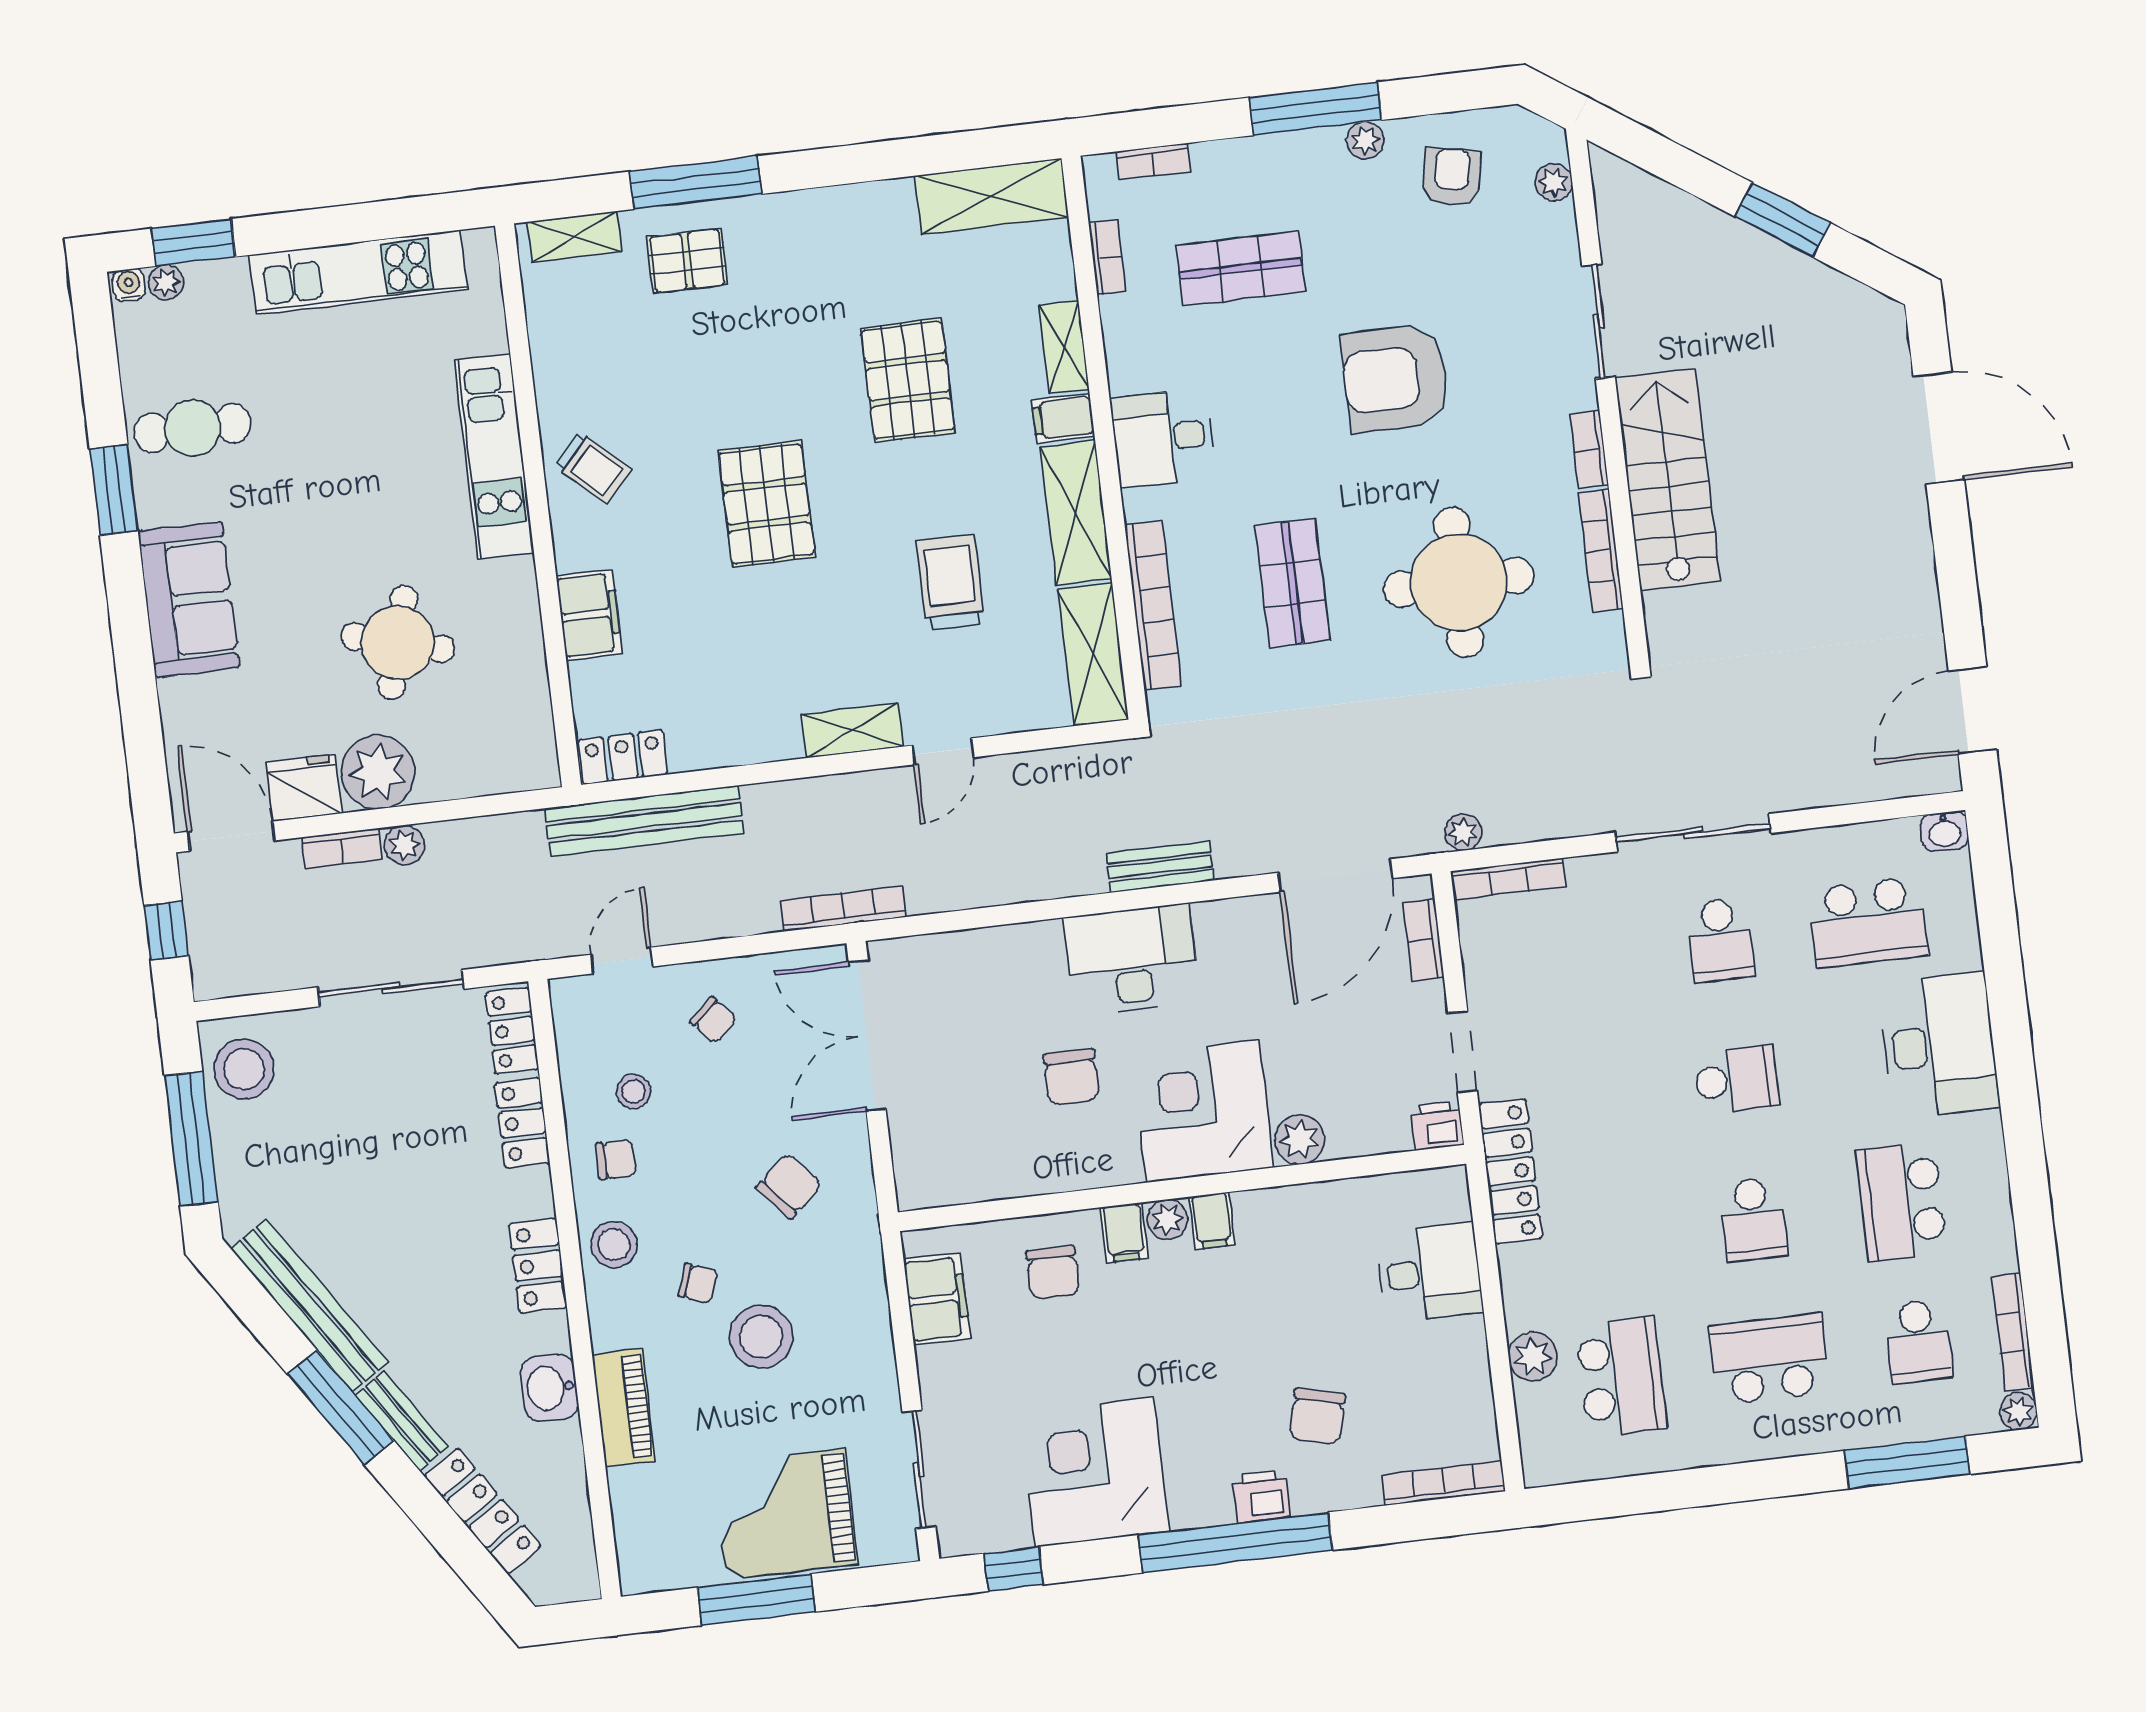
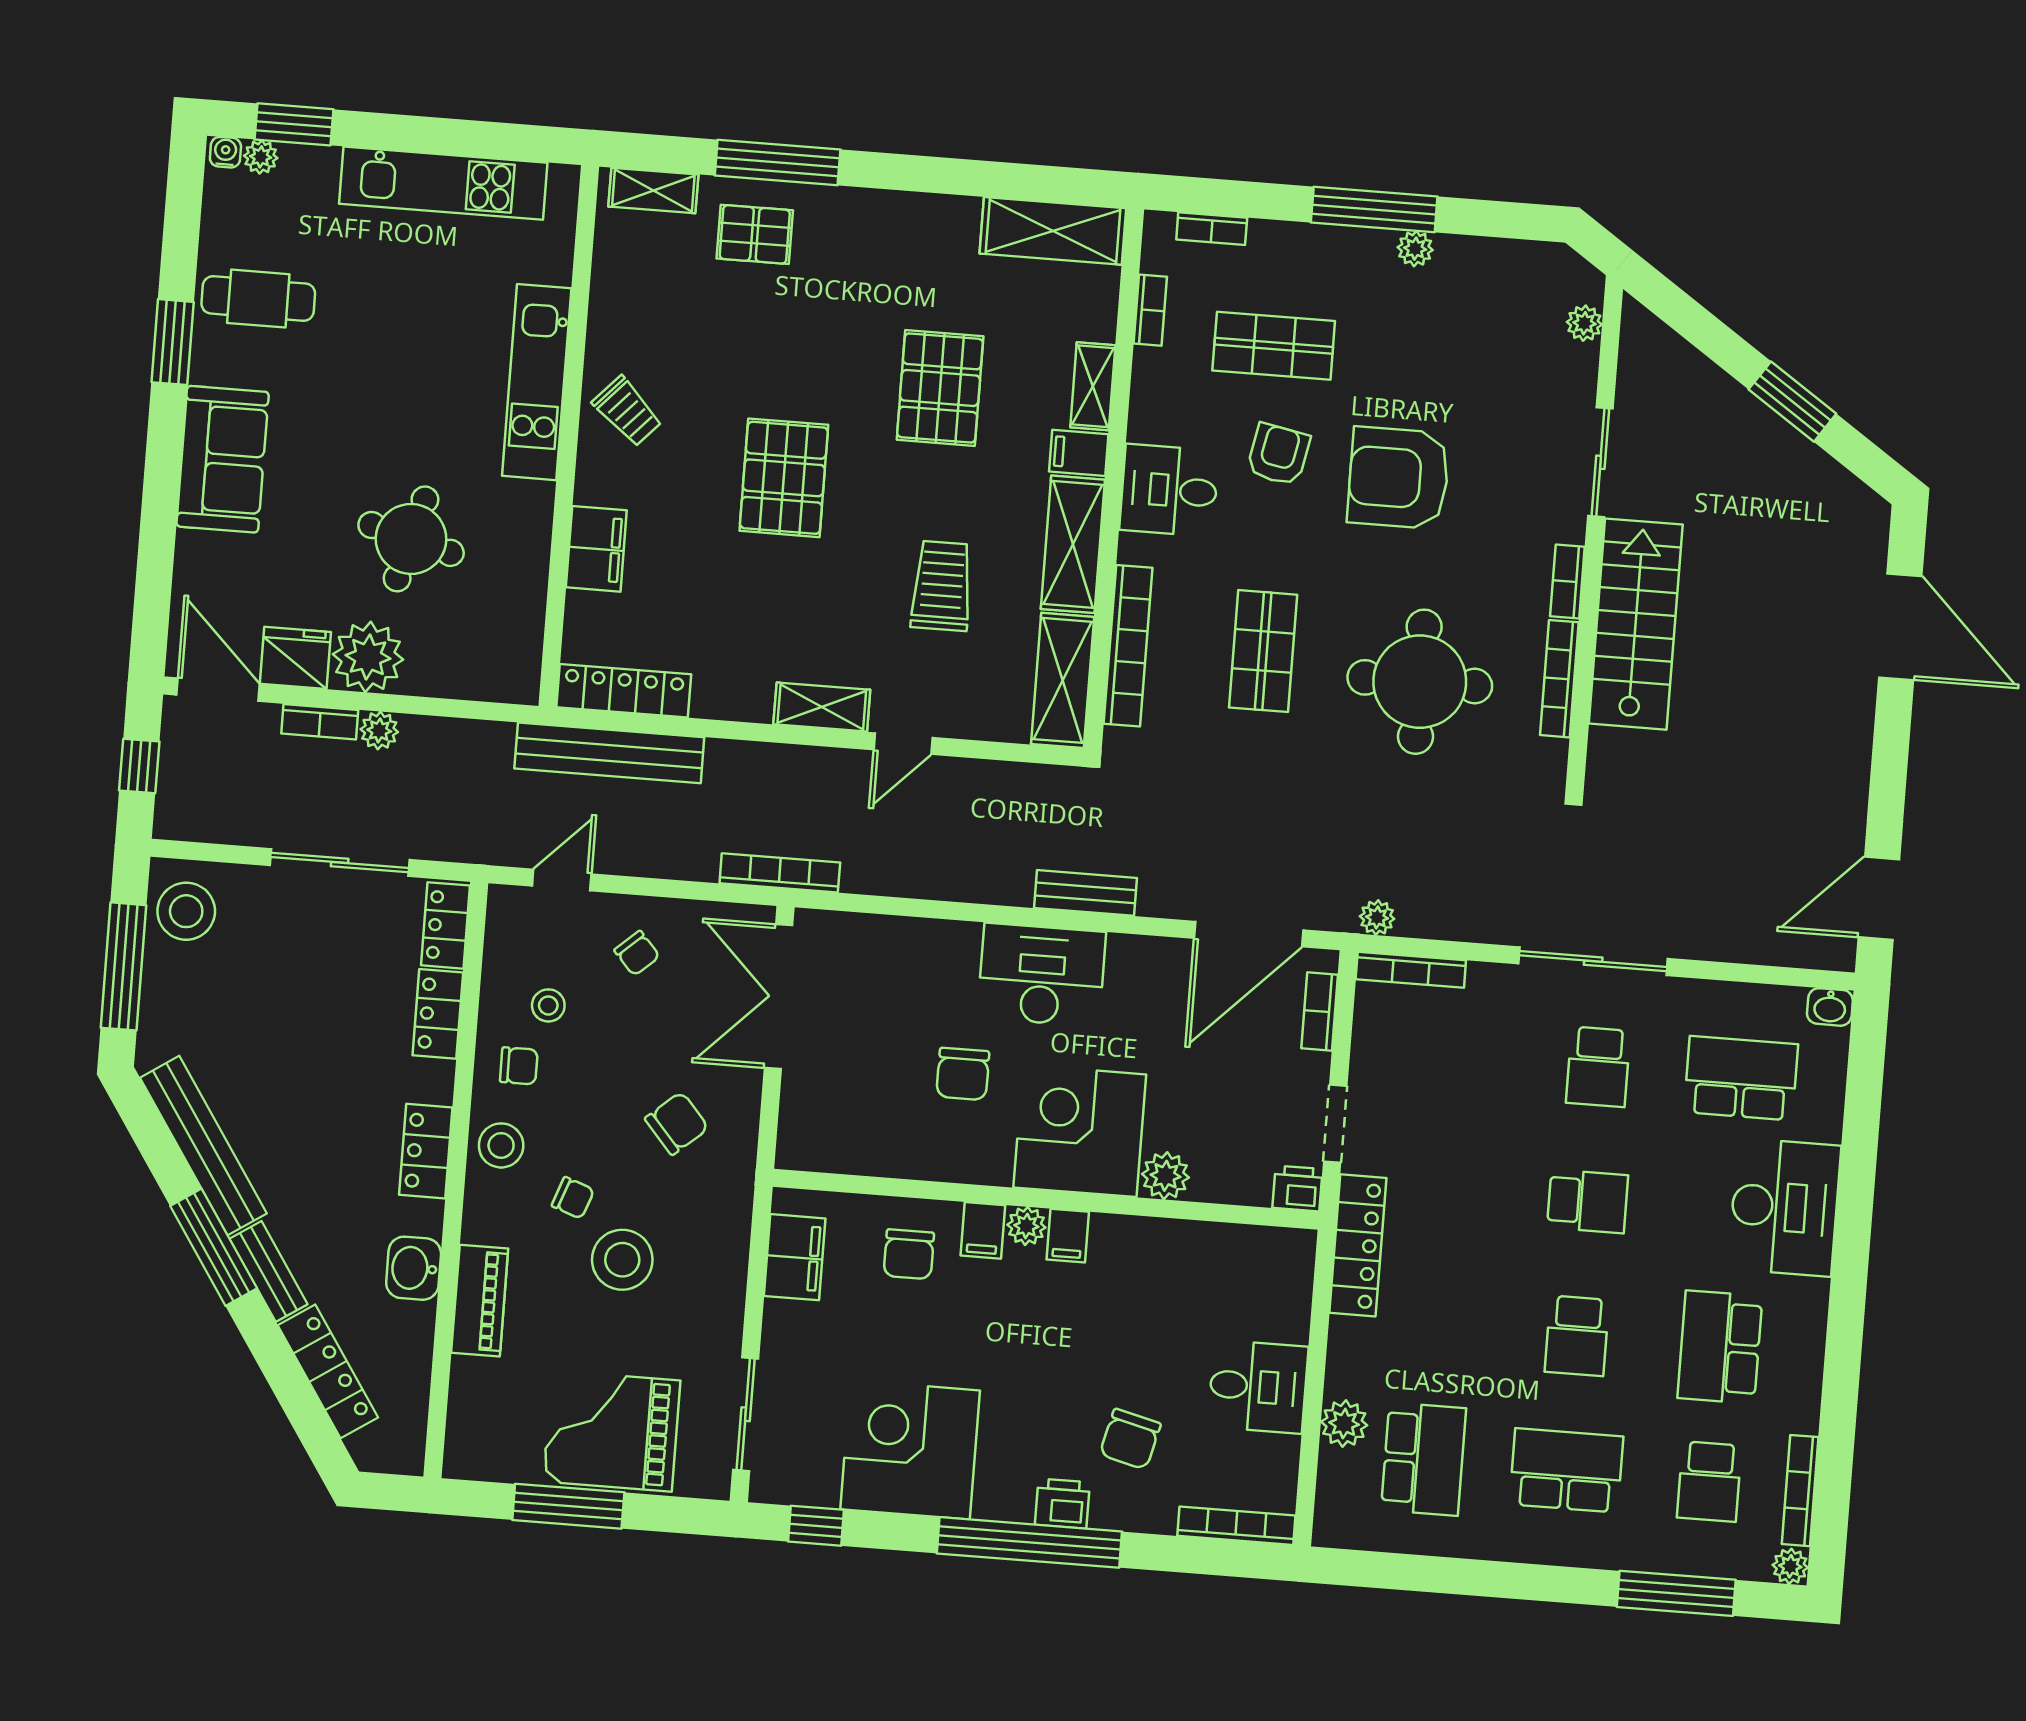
armchair: (1452, 177) -> (1278, 454), moved
locker: (623, 757) -> (624, 691), width x1.53
school desk: (1868, 922) -> (1741, 1078), turned 180
desk: (1430, 1273) -> (1258, 1387), moved

